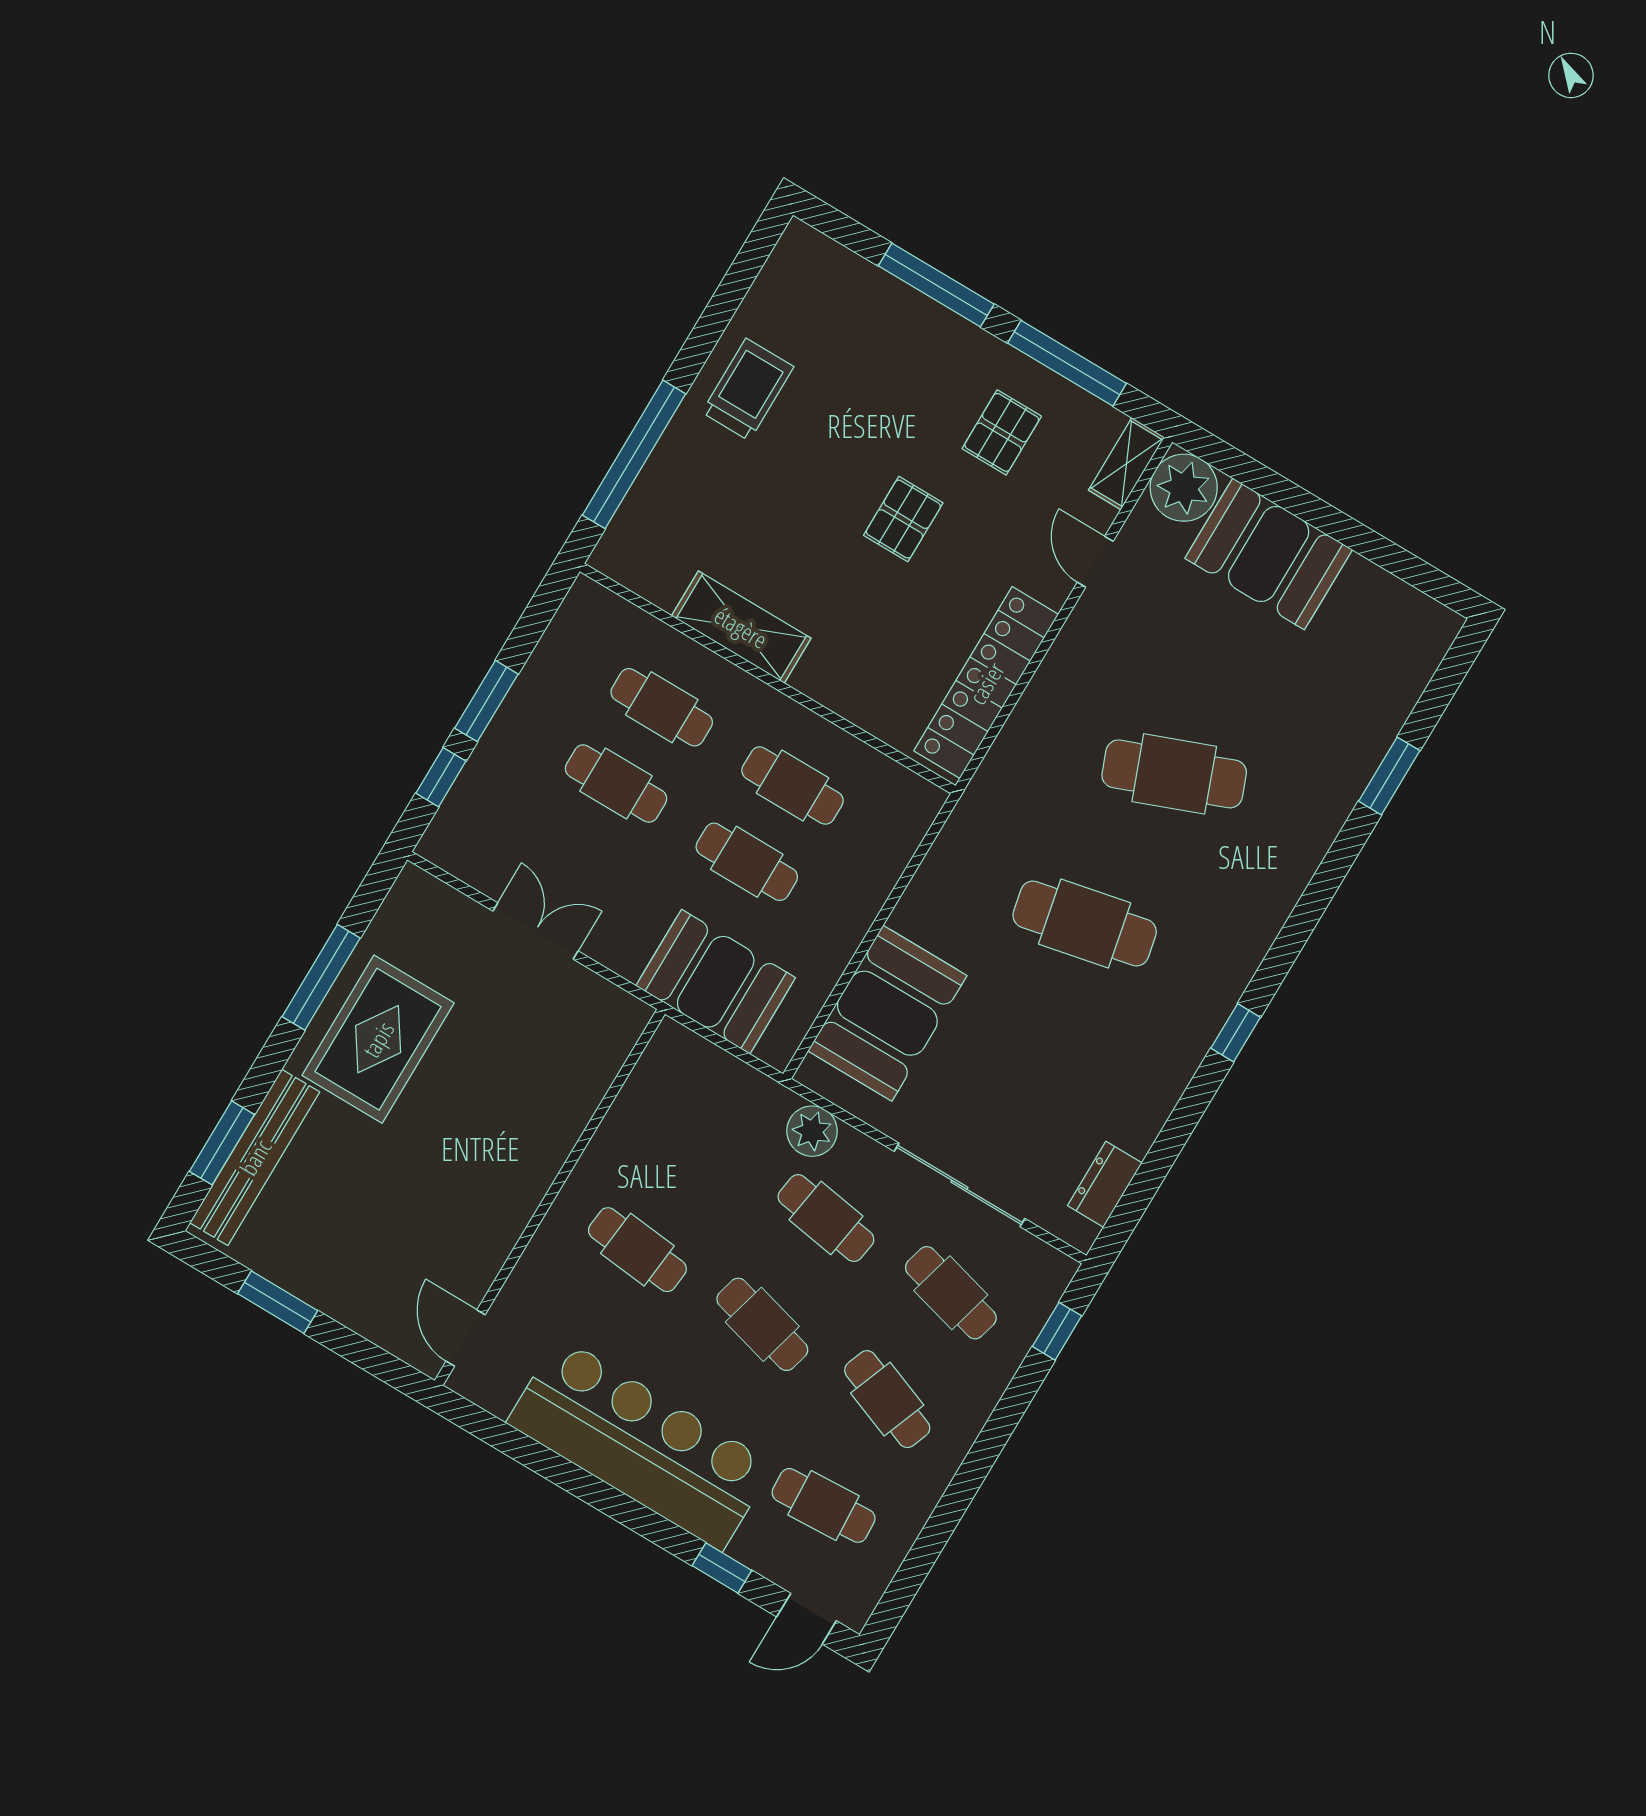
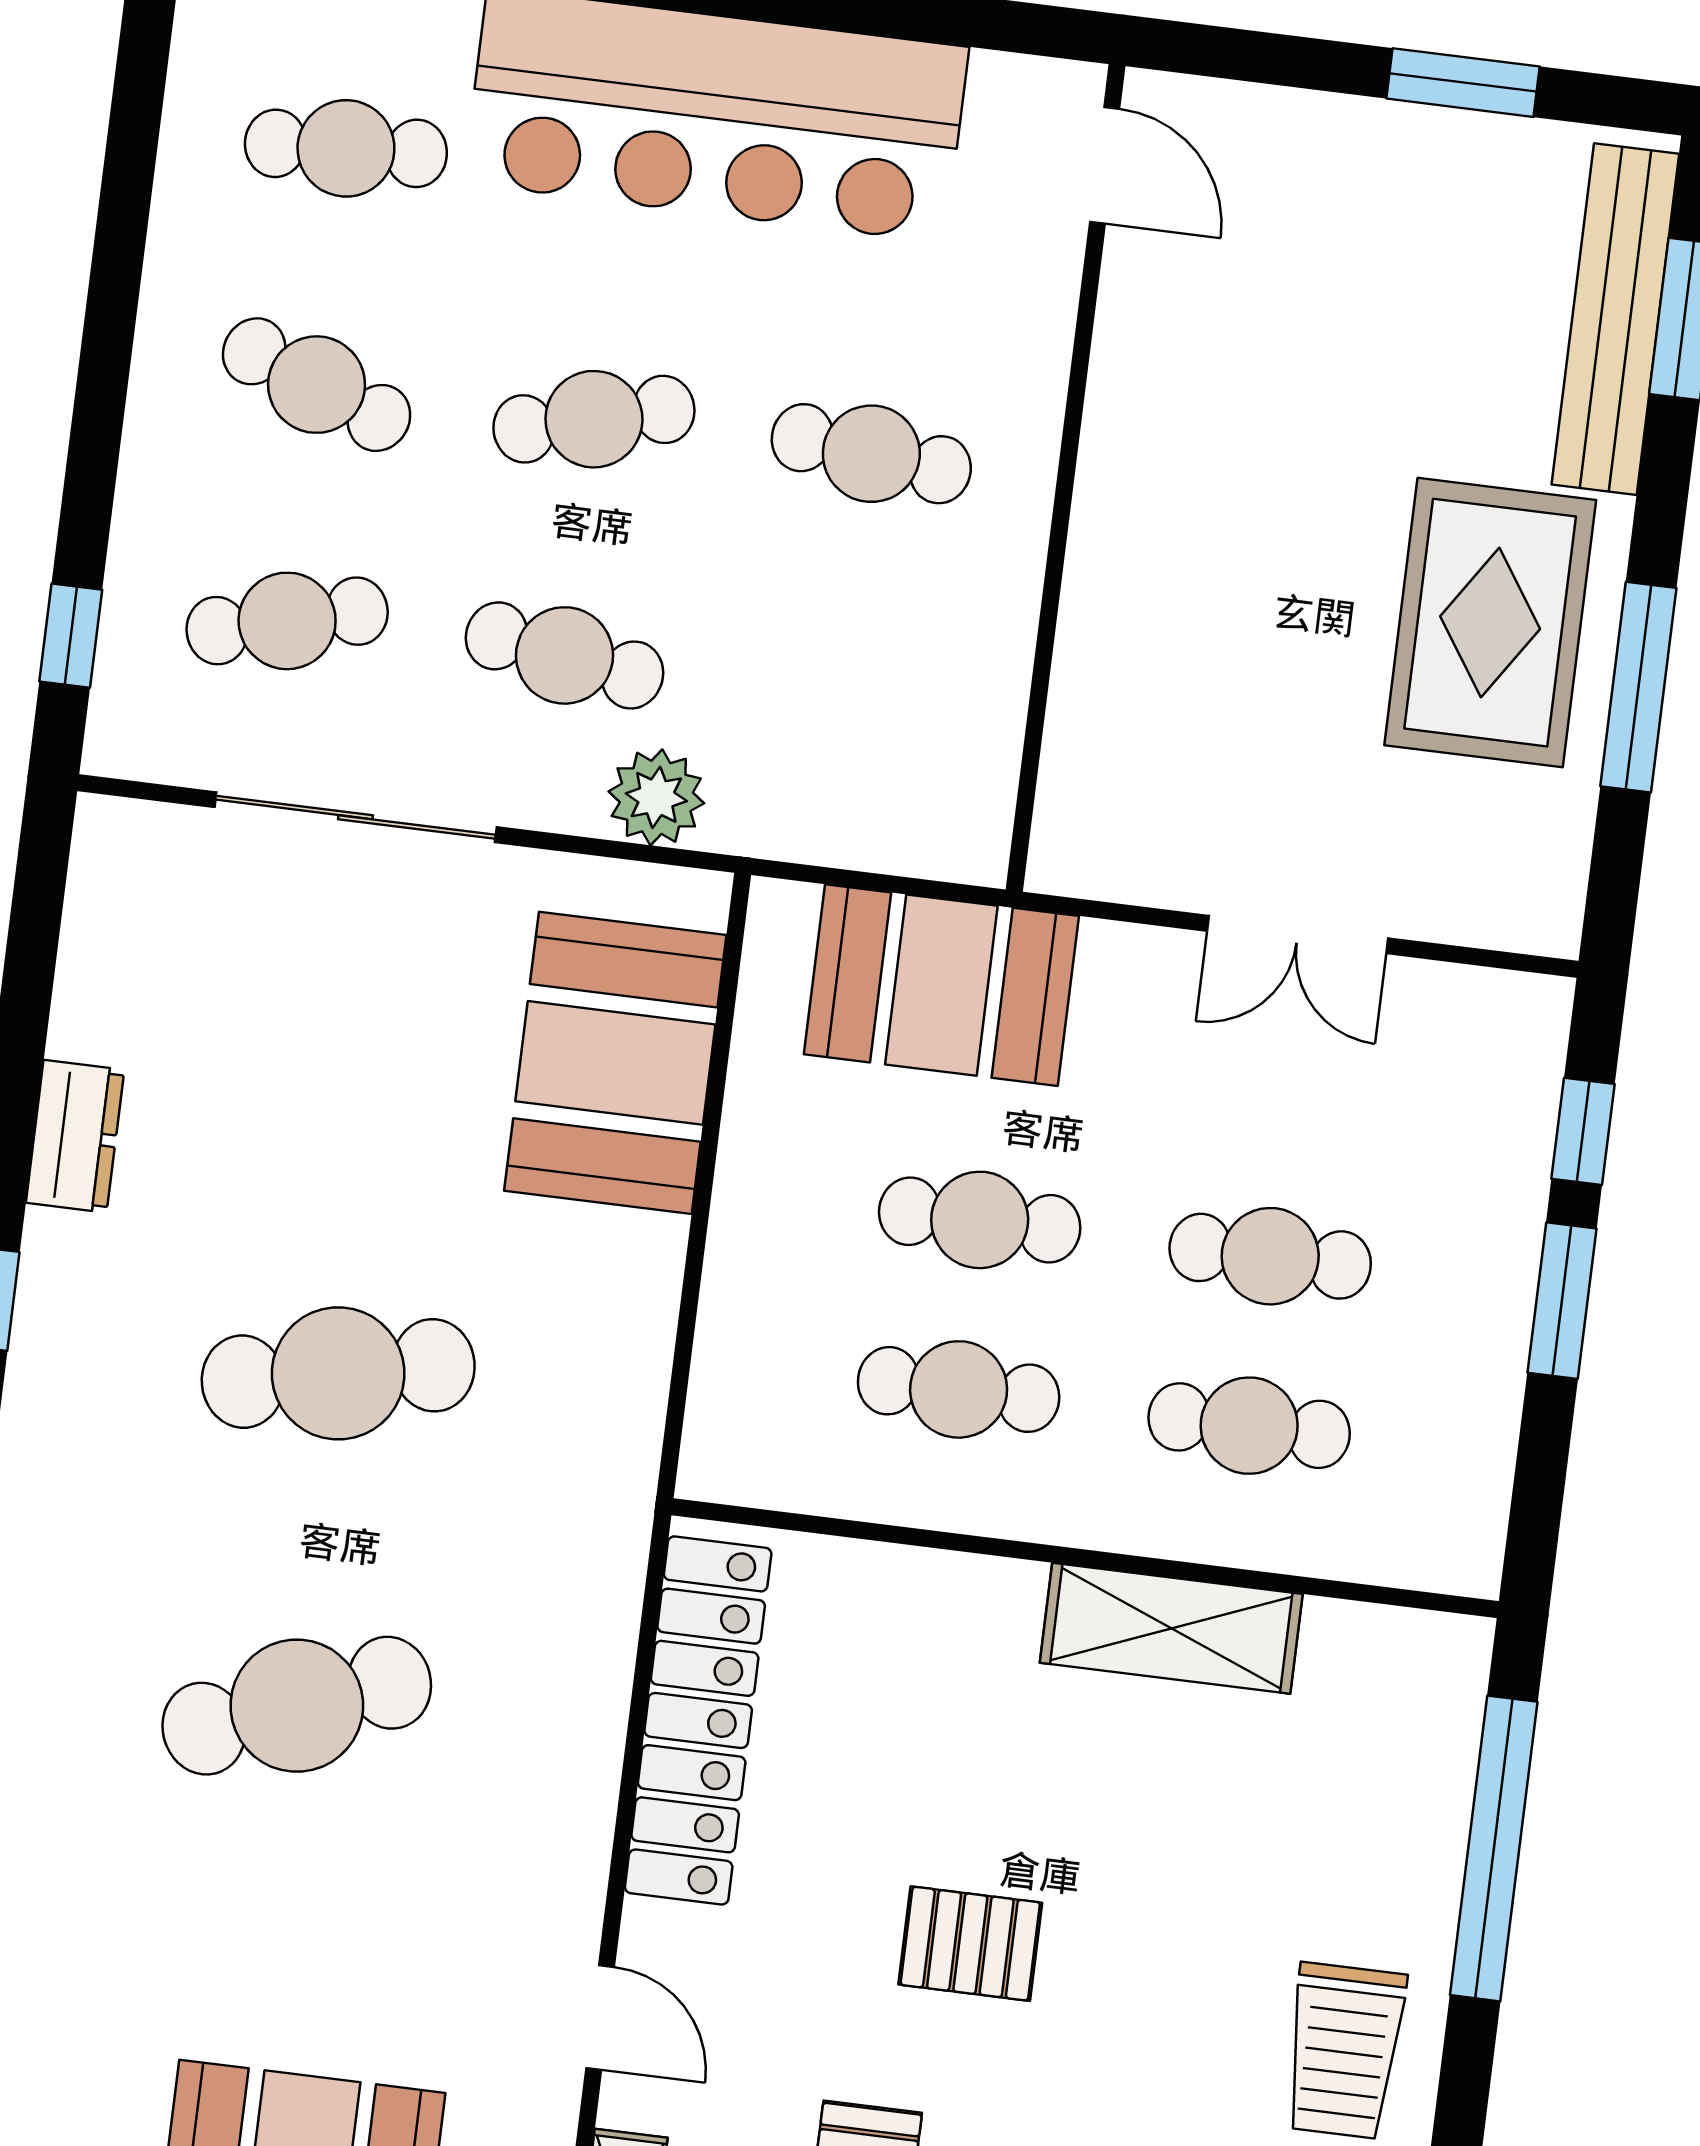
pallet: (903, 519) -> (970, 1944), turned 90
dresser: (1105, 1184) -> (75, 1136), moved
cafe table: (951, 1293) -> (287, 621), turned -30
cafe table: (762, 1324) -> (594, 419), turned -30

